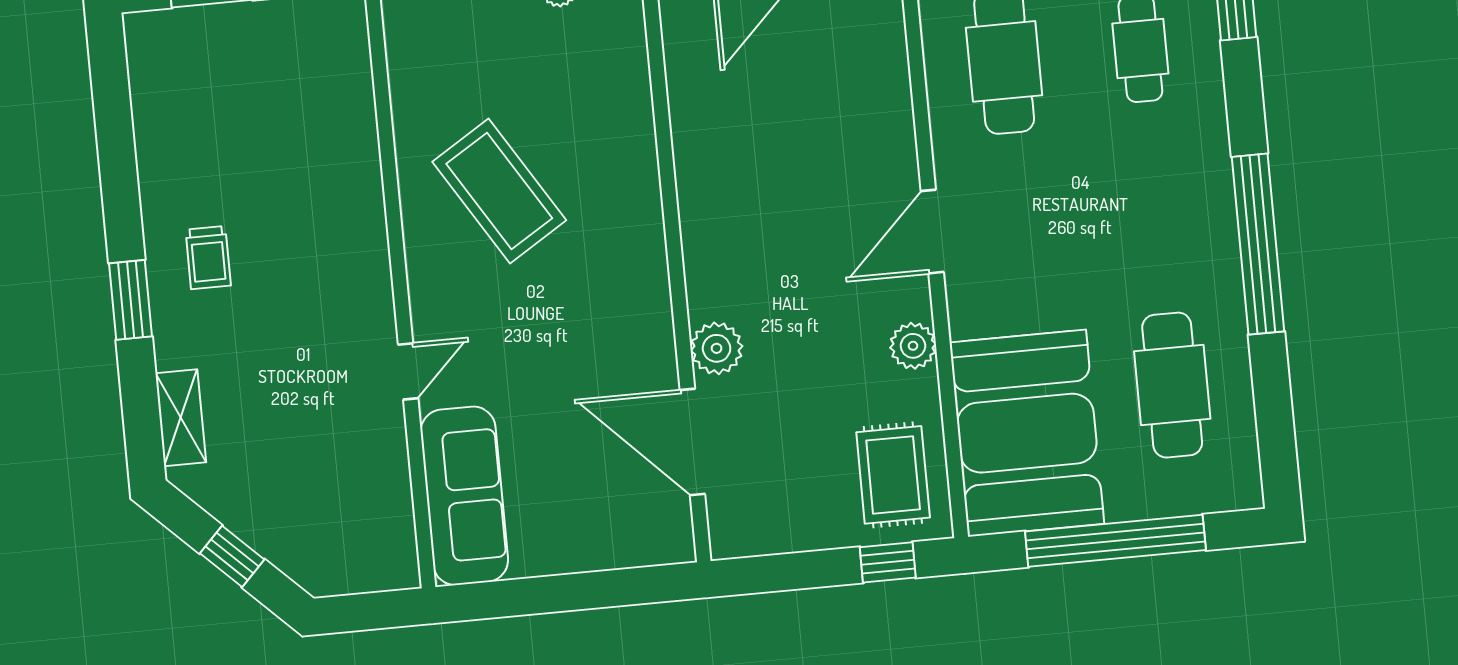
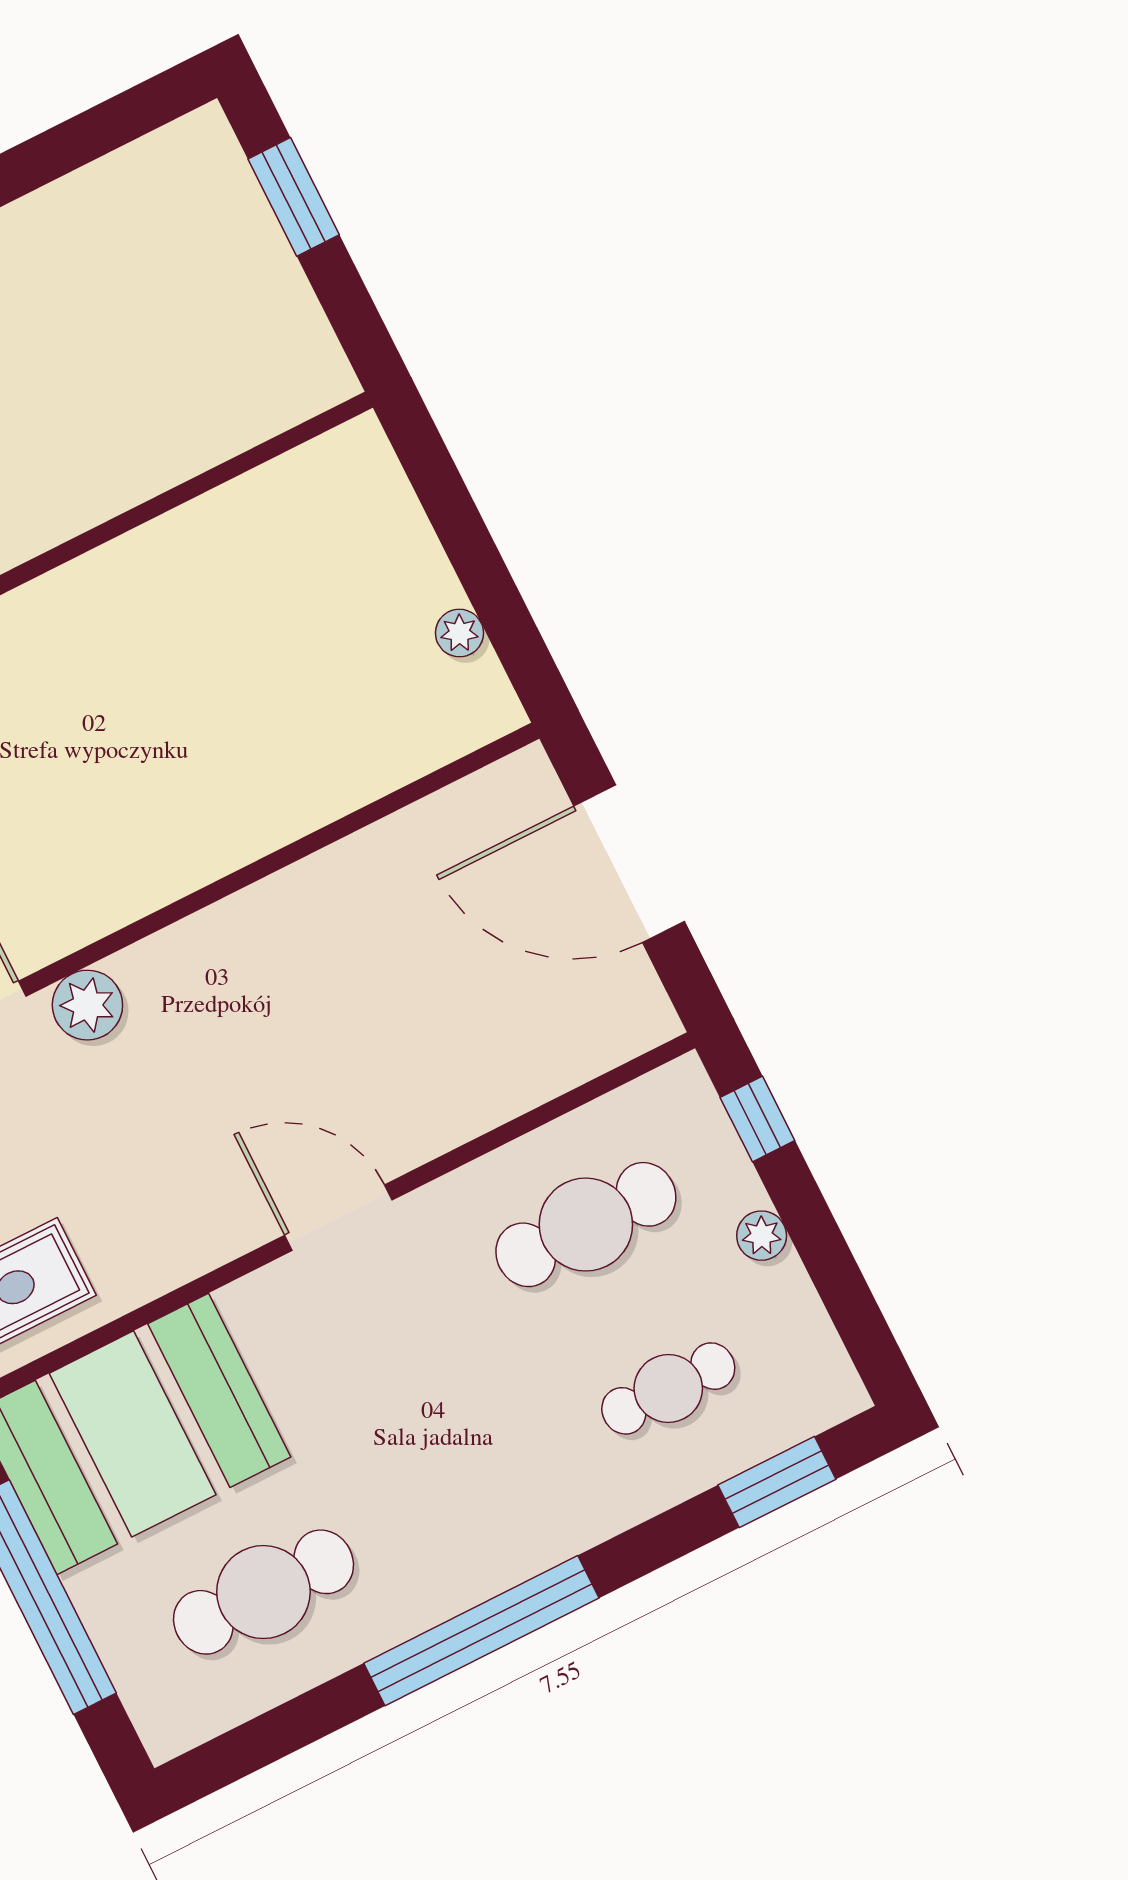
coffee table: (499, 191) -> (178, 657), removed
plant: (913, 346) -> (186, 1249), removed

